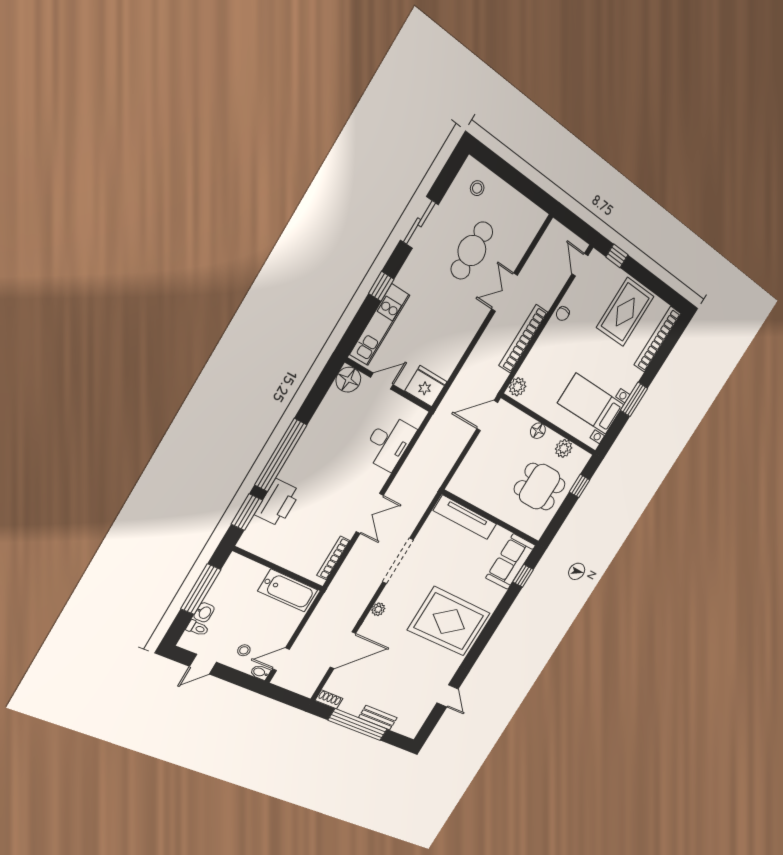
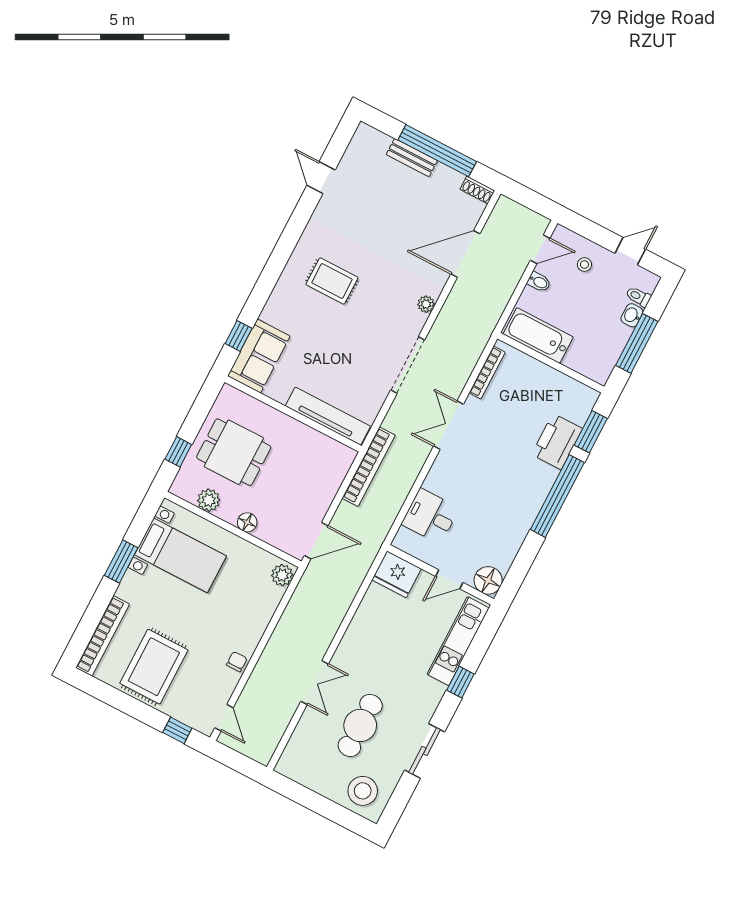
stool: (477, 188) -> (363, 791), width x1.89, depth x1.89
bookcase: (523, 339) -> (369, 467), moved
desk: (389, 443) -> (430, 516), width x0.73
rug: (449, 621) -> (332, 281), width x0.54, depth x0.49
bidet: (260, 672) -> (539, 282), moved

